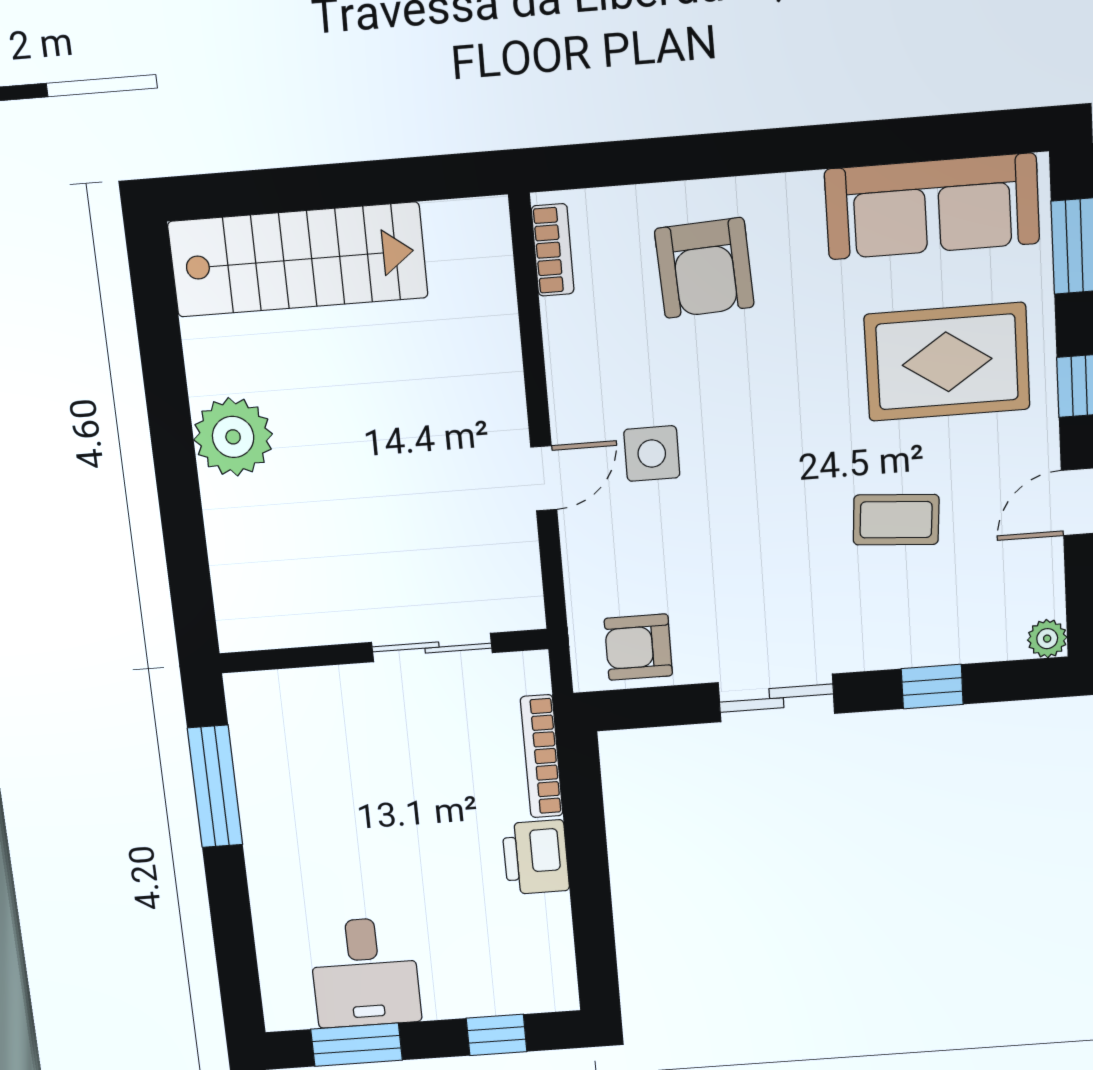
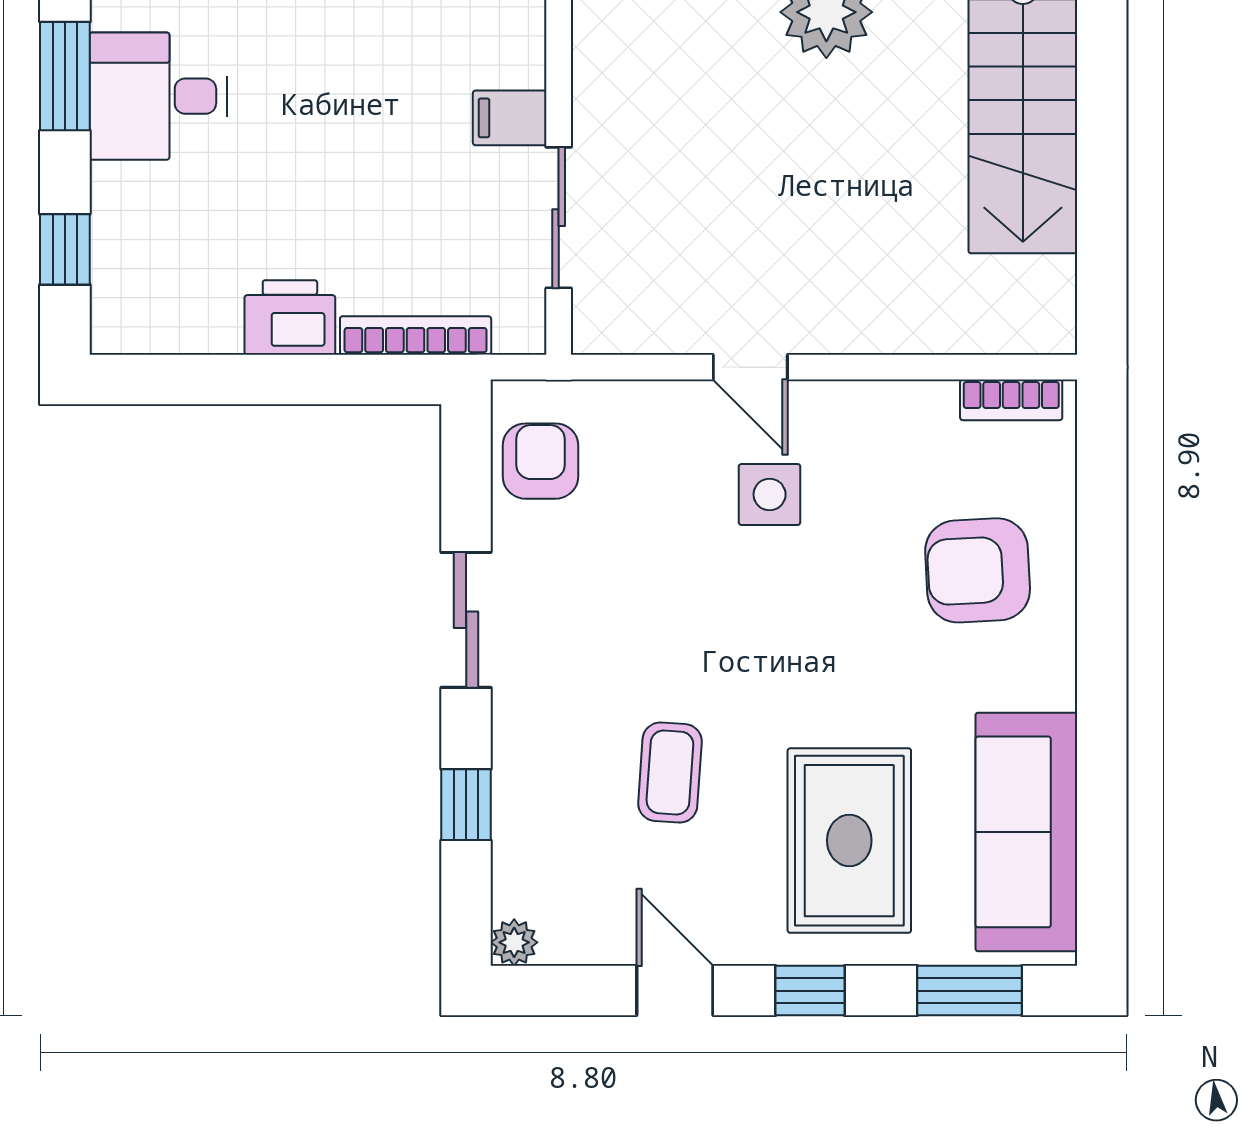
filing cabinet: (352, 694) -> (510, 118), added

